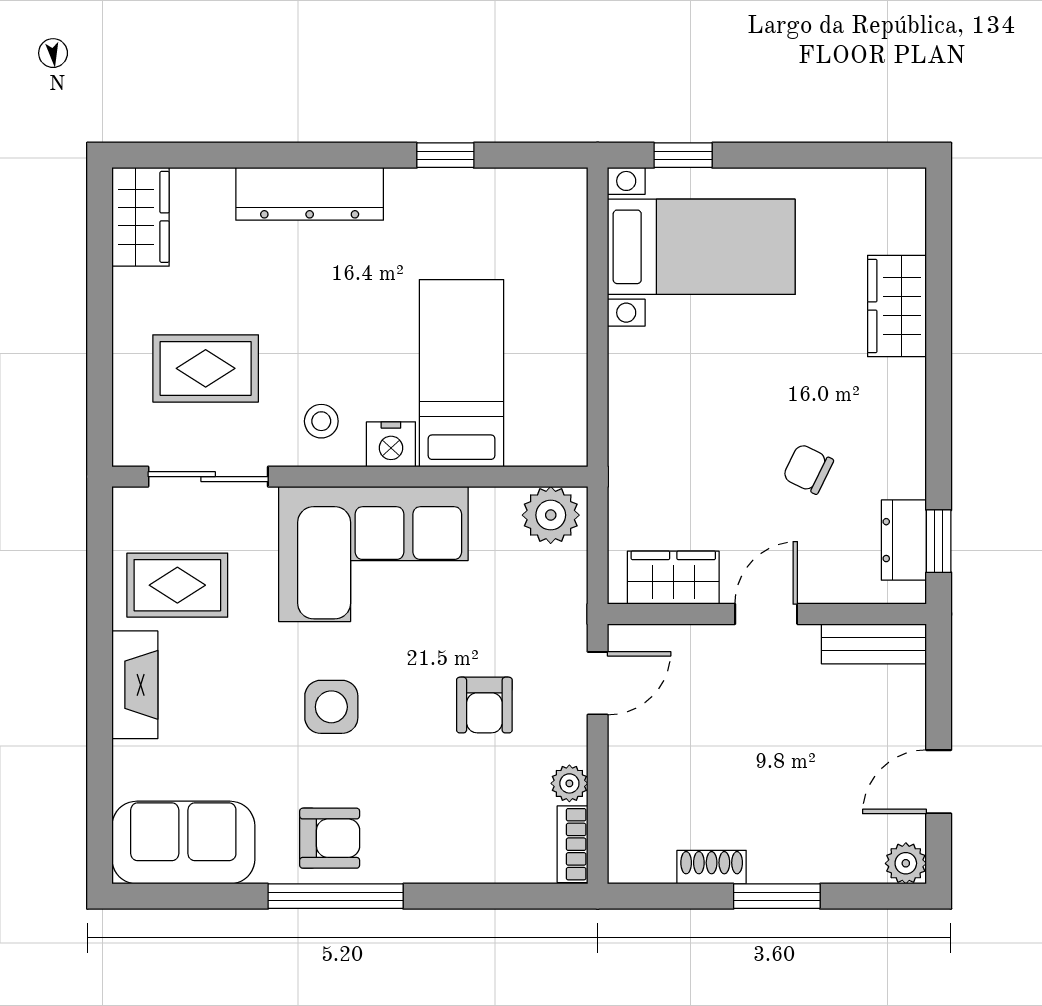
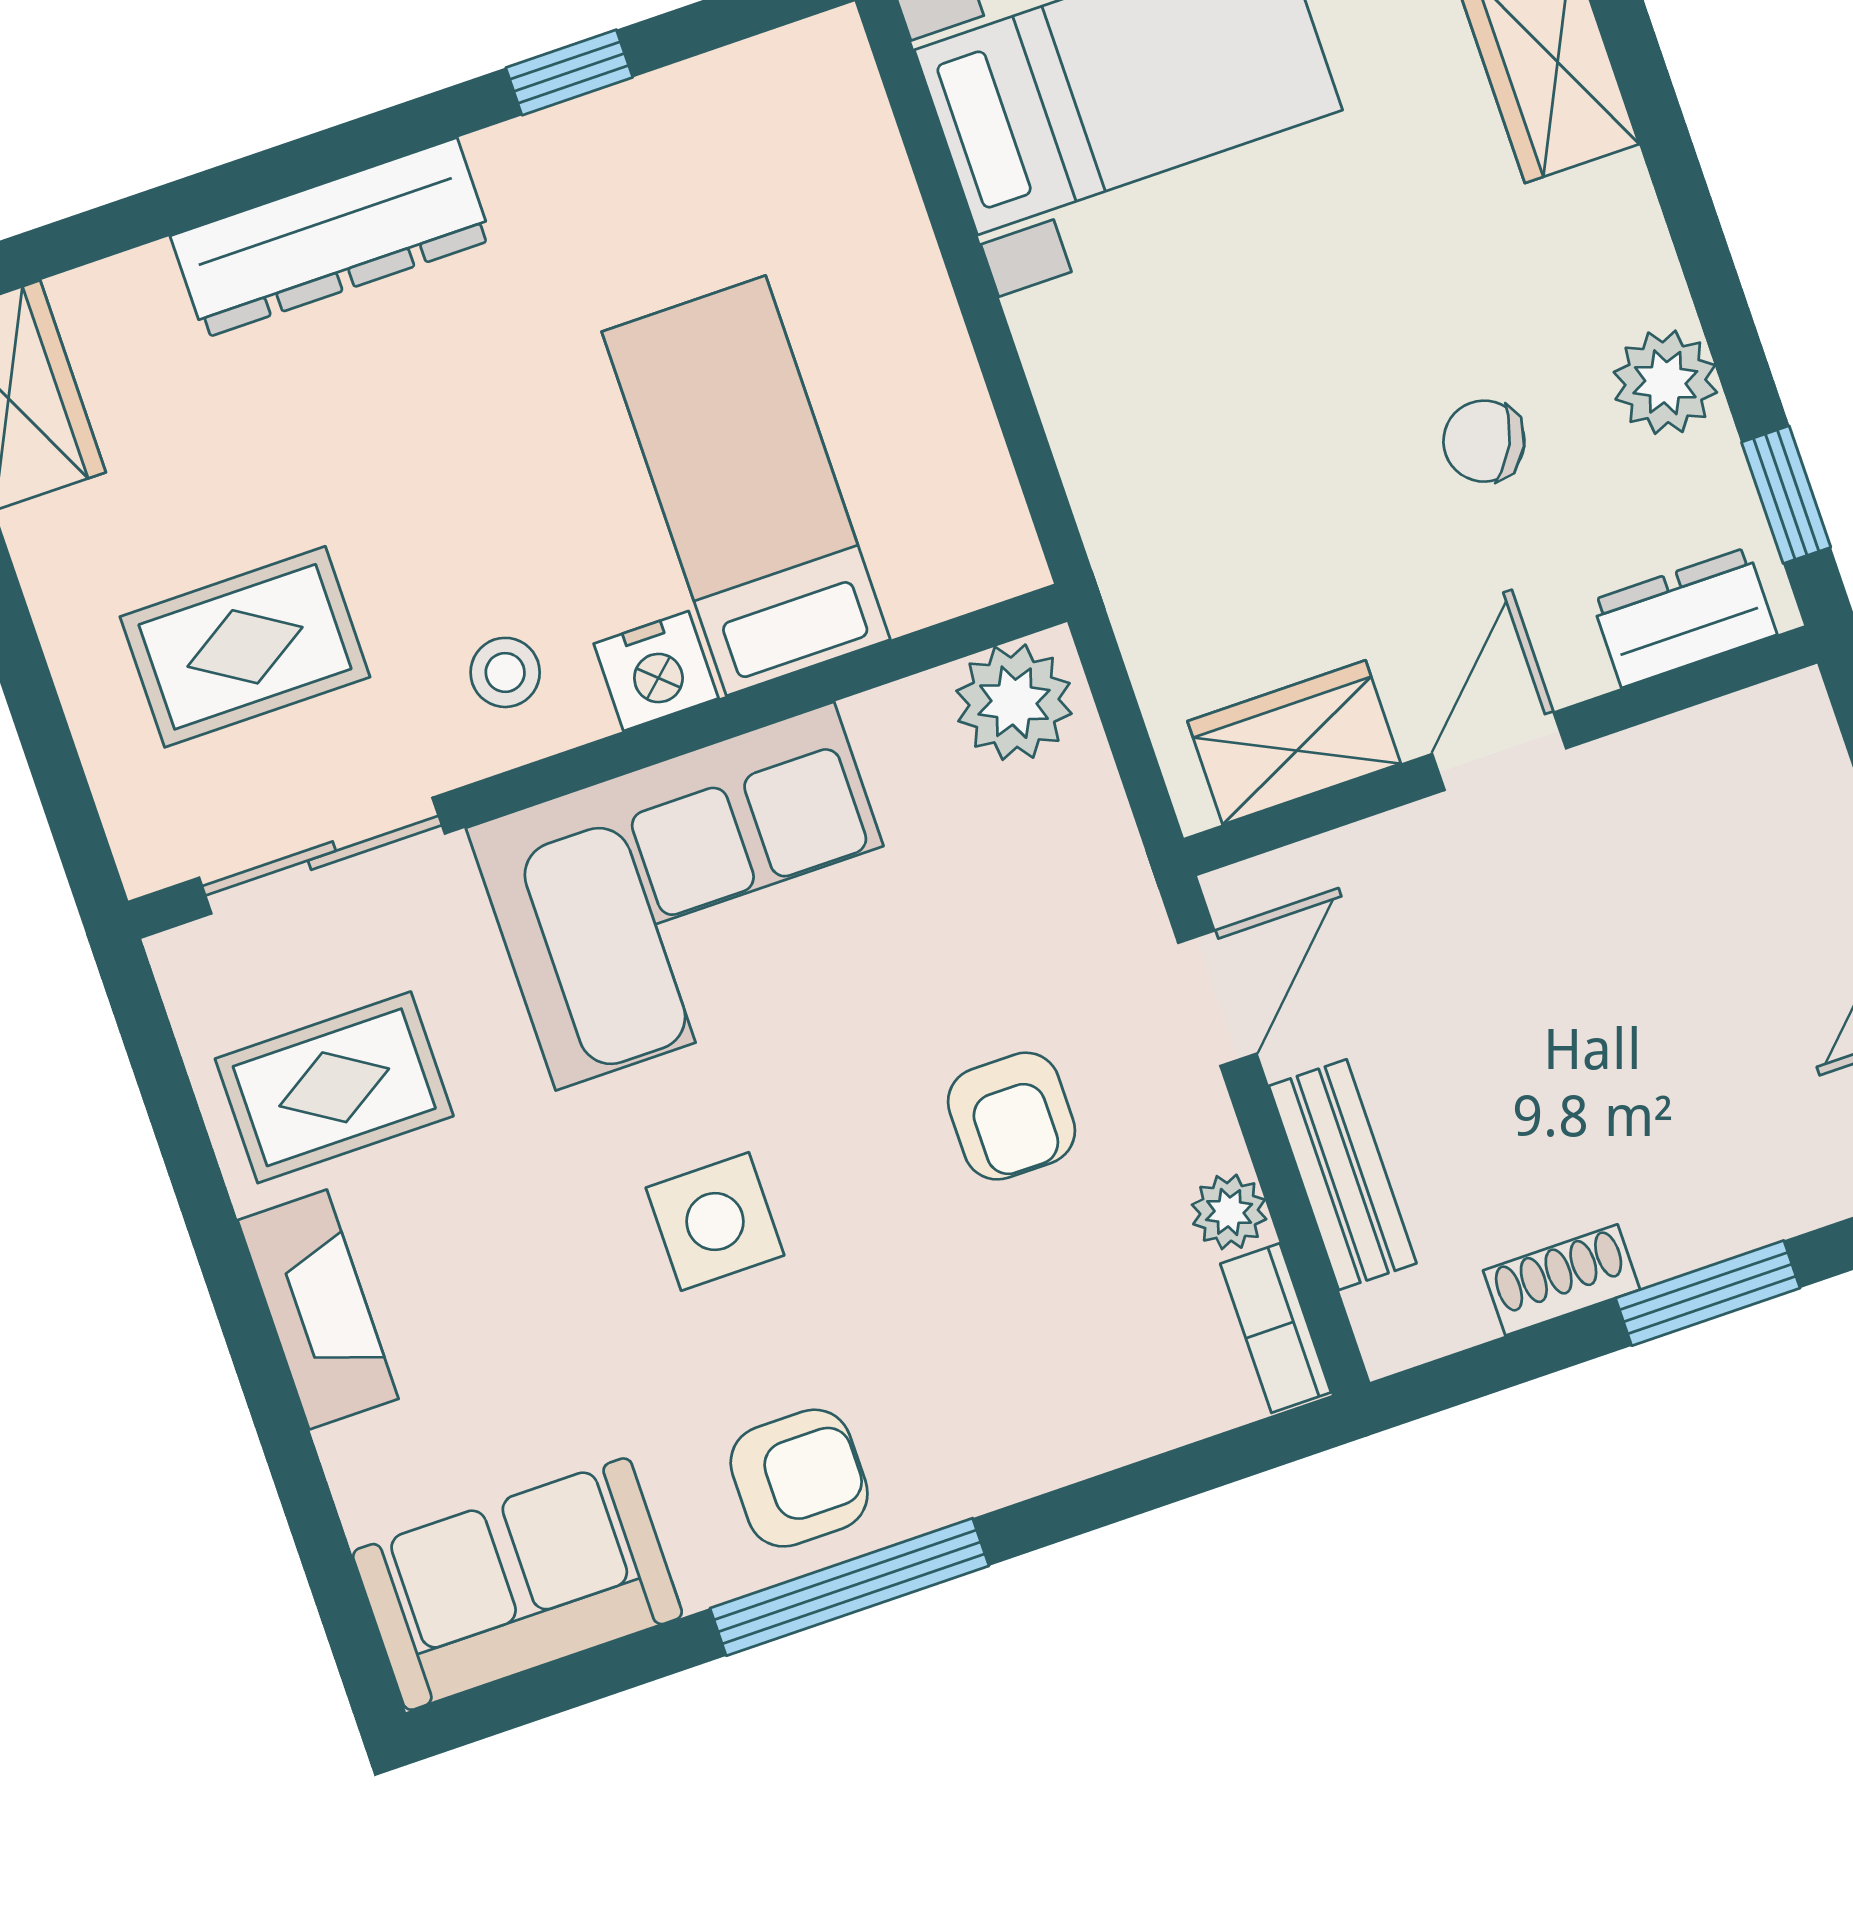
plant: (901, 470) -> (1665, 382), added
dresser: (904, 540) -> (1684, 617), moved, turned 90
bench: (874, 644) -> (1343, 1175), moved, turned 90

